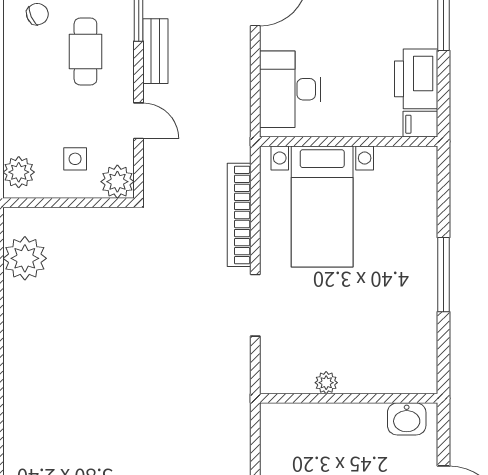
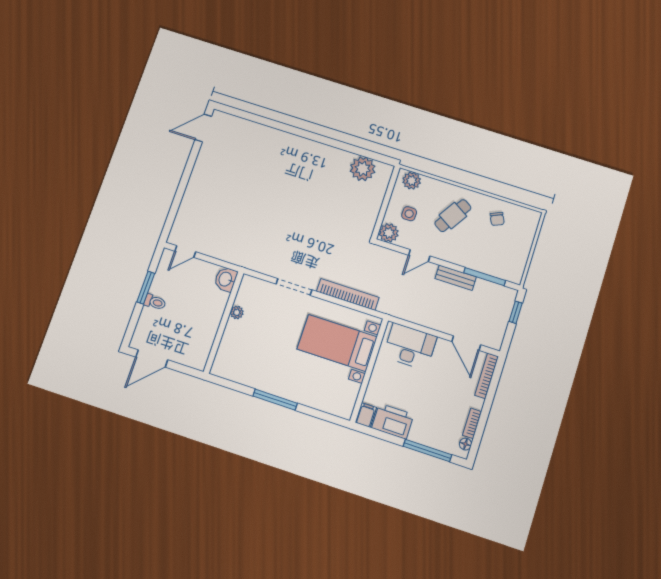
cafe table: (85, 52) -> (453, 216), moved, turned -58
washbasin: (407, 419) -> (226, 279), moved

